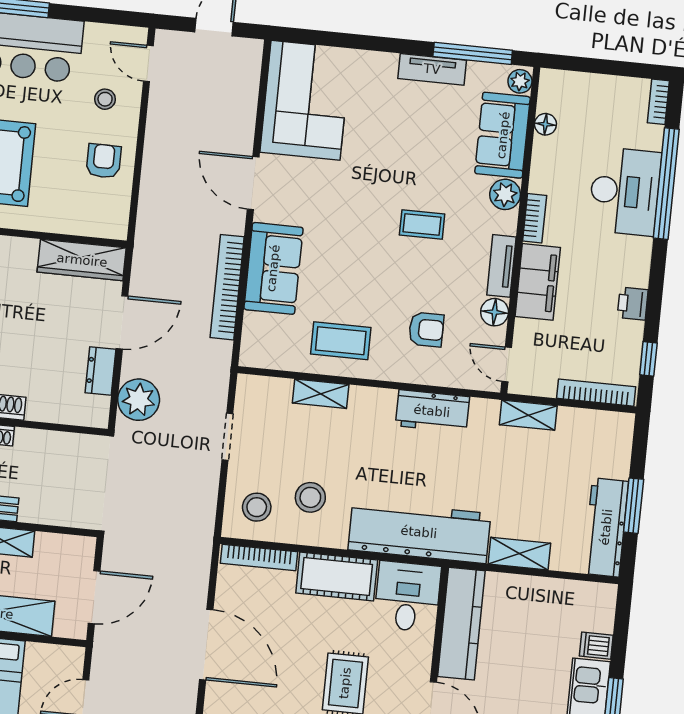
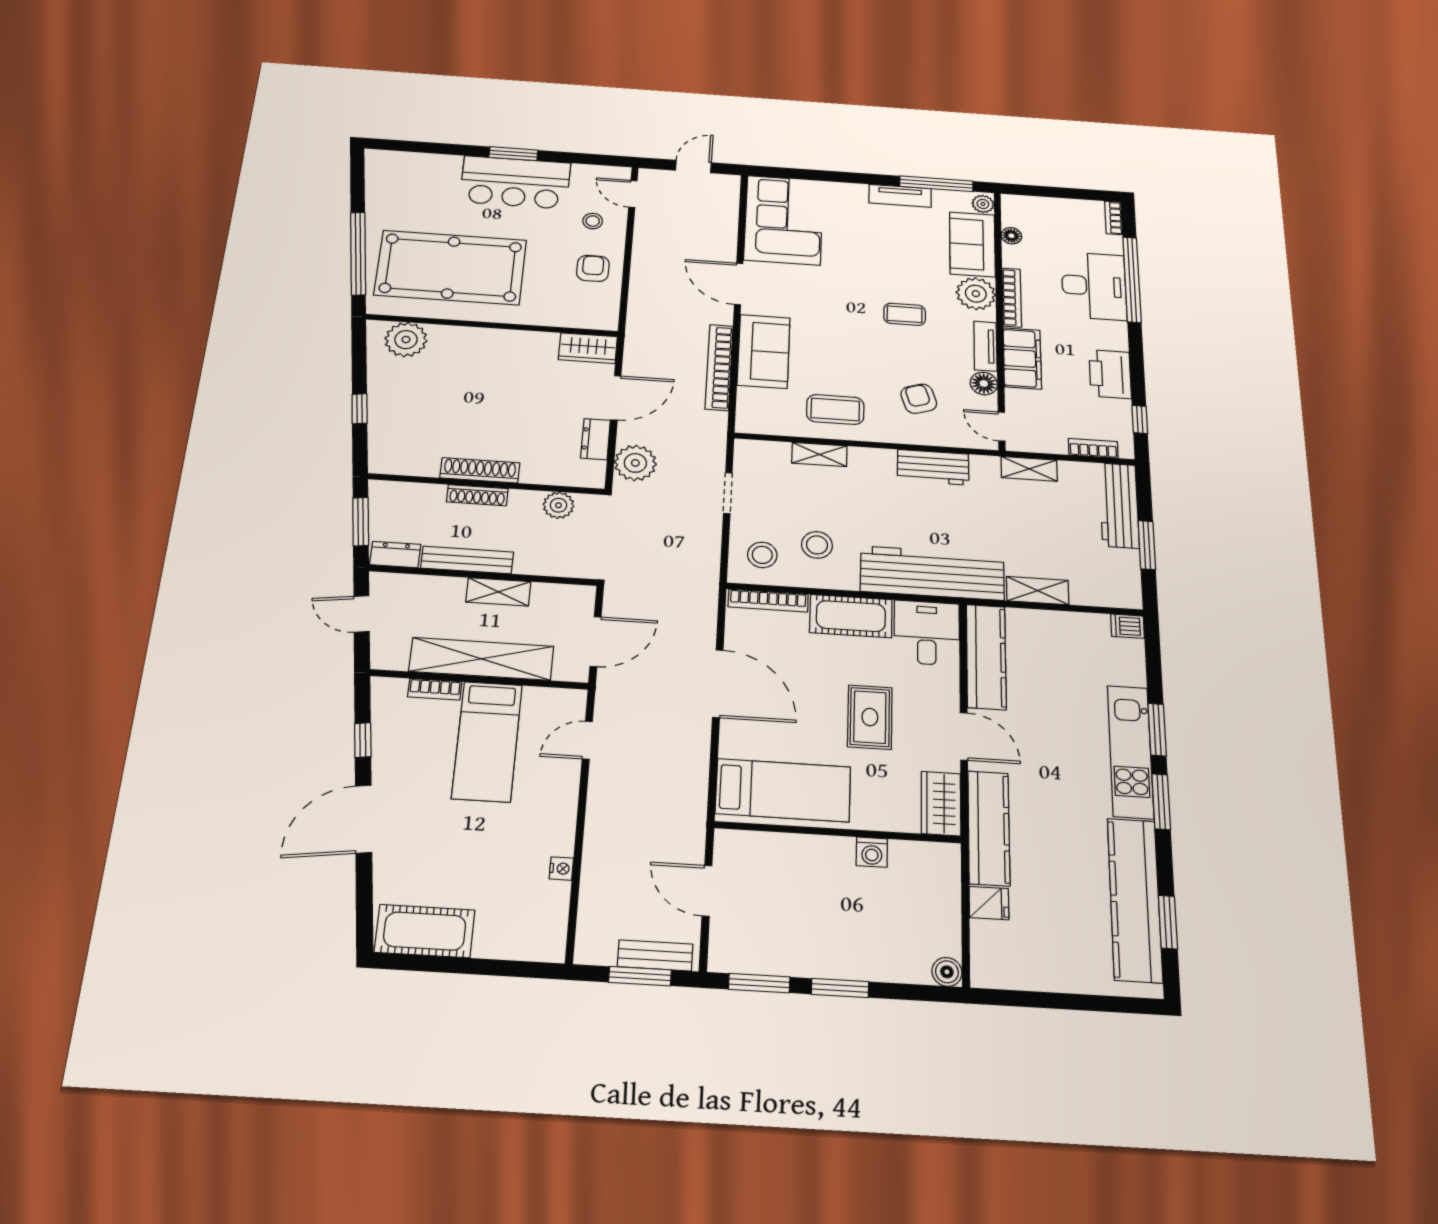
plant: (505, 194) -> (976, 294), width x1.36, depth x1.36
bookcase: (535, 218) -> (1012, 297), width x1.56
wardrobe: (82, 260) -> (588, 348), width x0.67
printer: (633, 304) -> (1110, 374), width x1.87, depth x1.48
armchair: (426, 329) -> (919, 399), turned -108
bookcase: (596, 393) -> (1093, 448), width x0.64
plant: (63, 447) -> (558, 505), added
workbench: (606, 527) -> (1119, 505), moved
dishwasher: (596, 646) -> (1128, 626), moved

